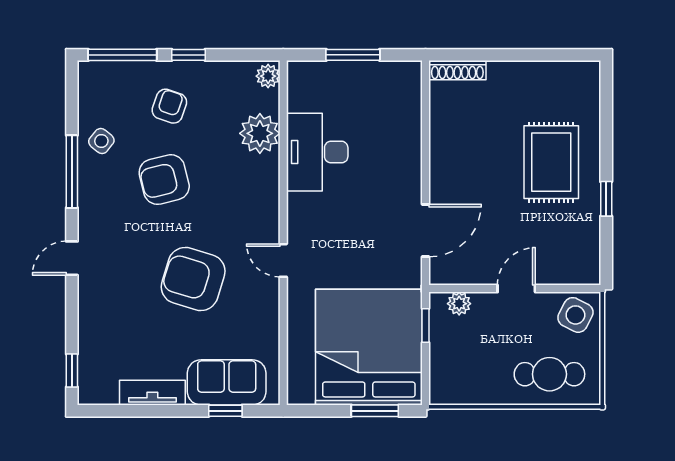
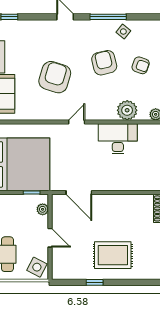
door: (283, 260) -> (77, 122), moved

